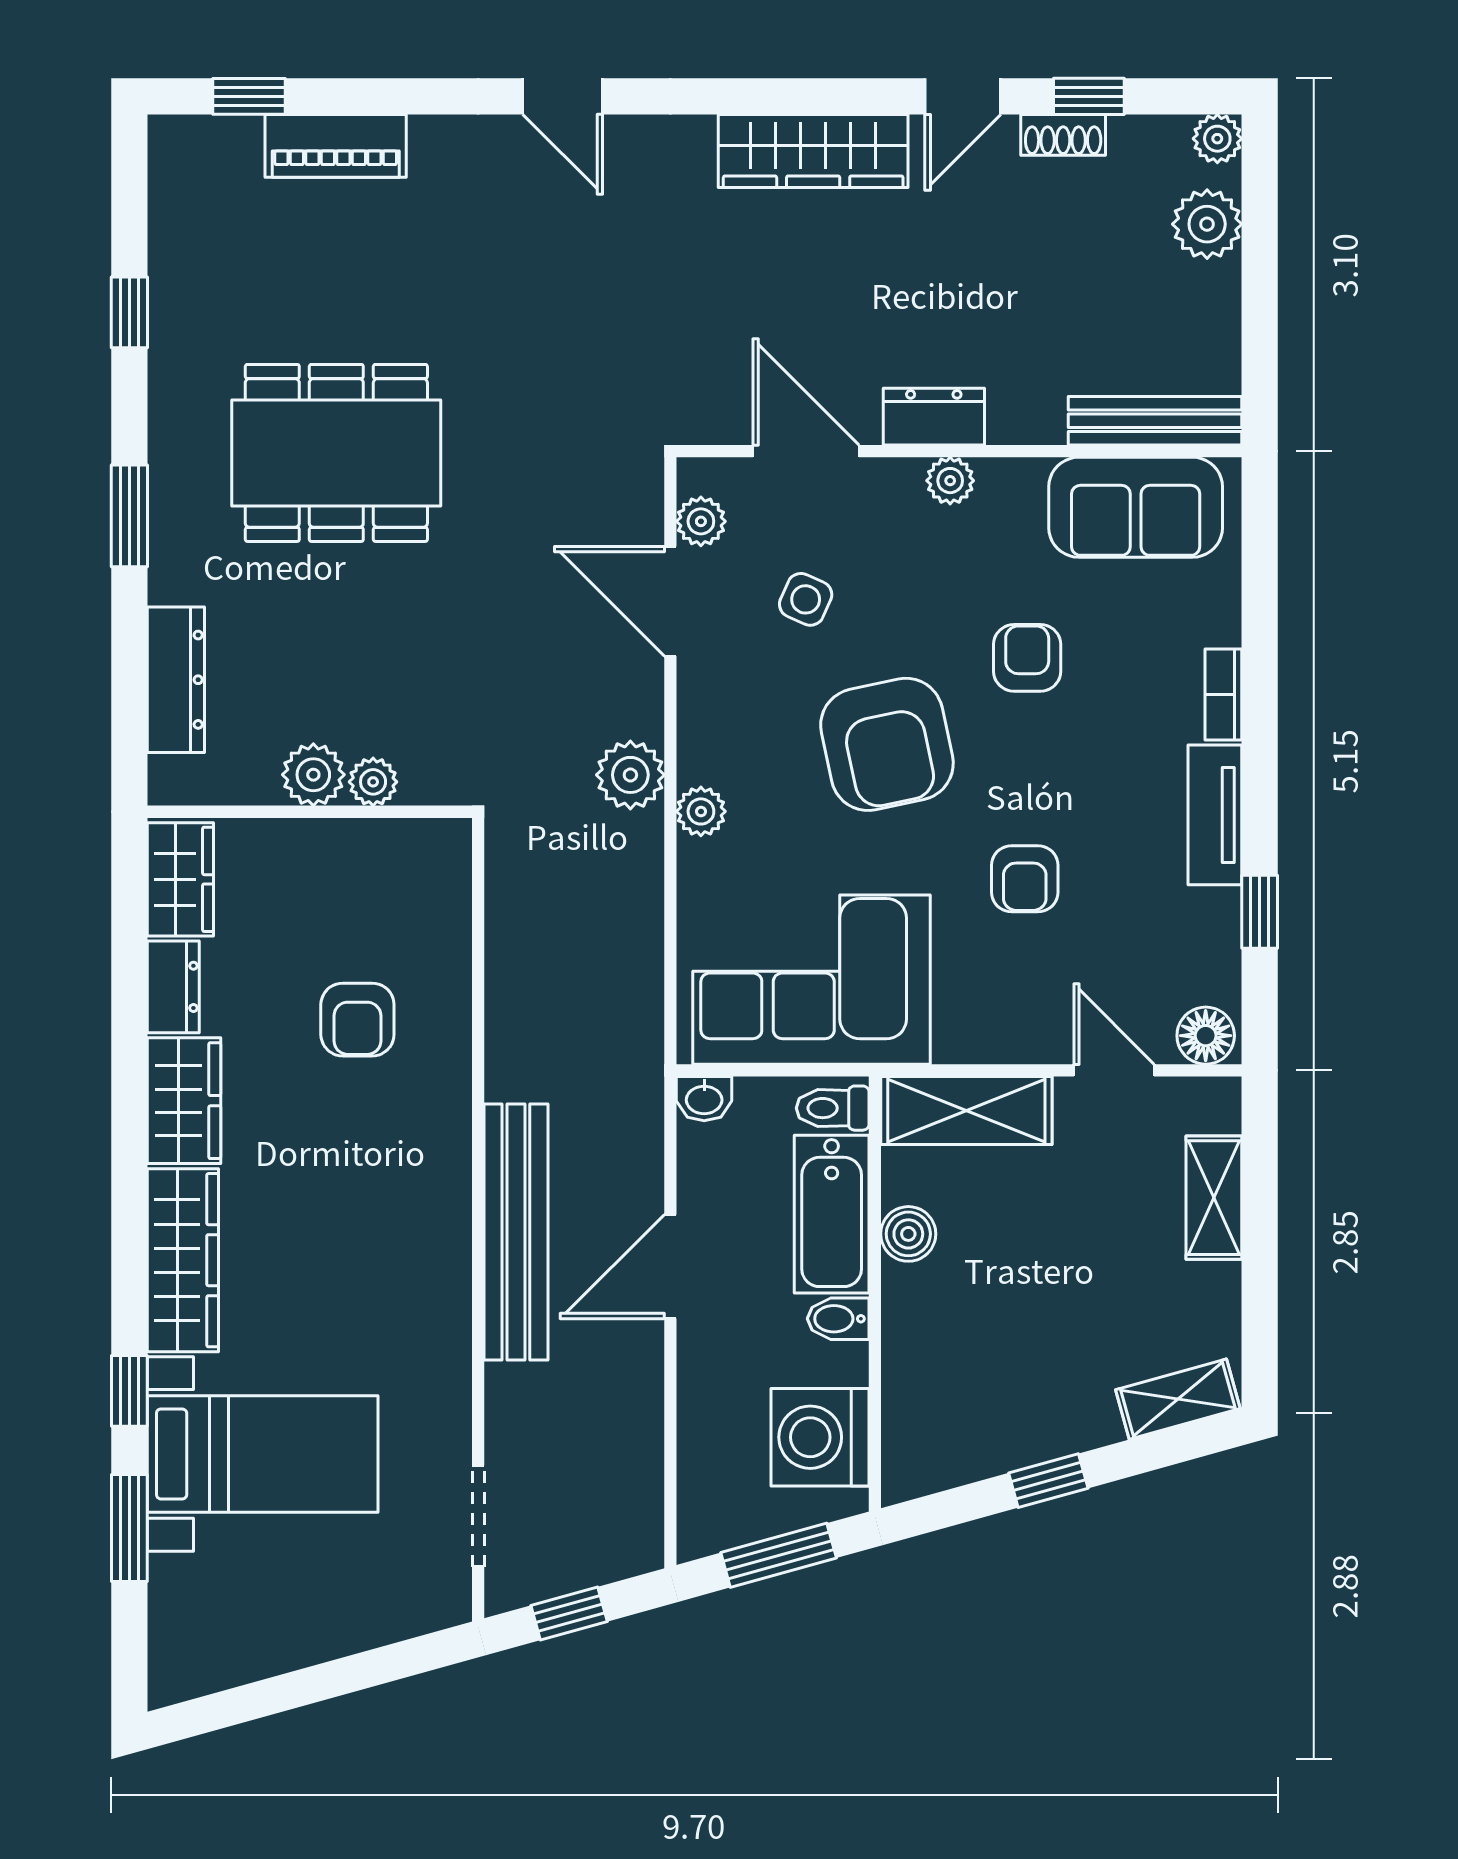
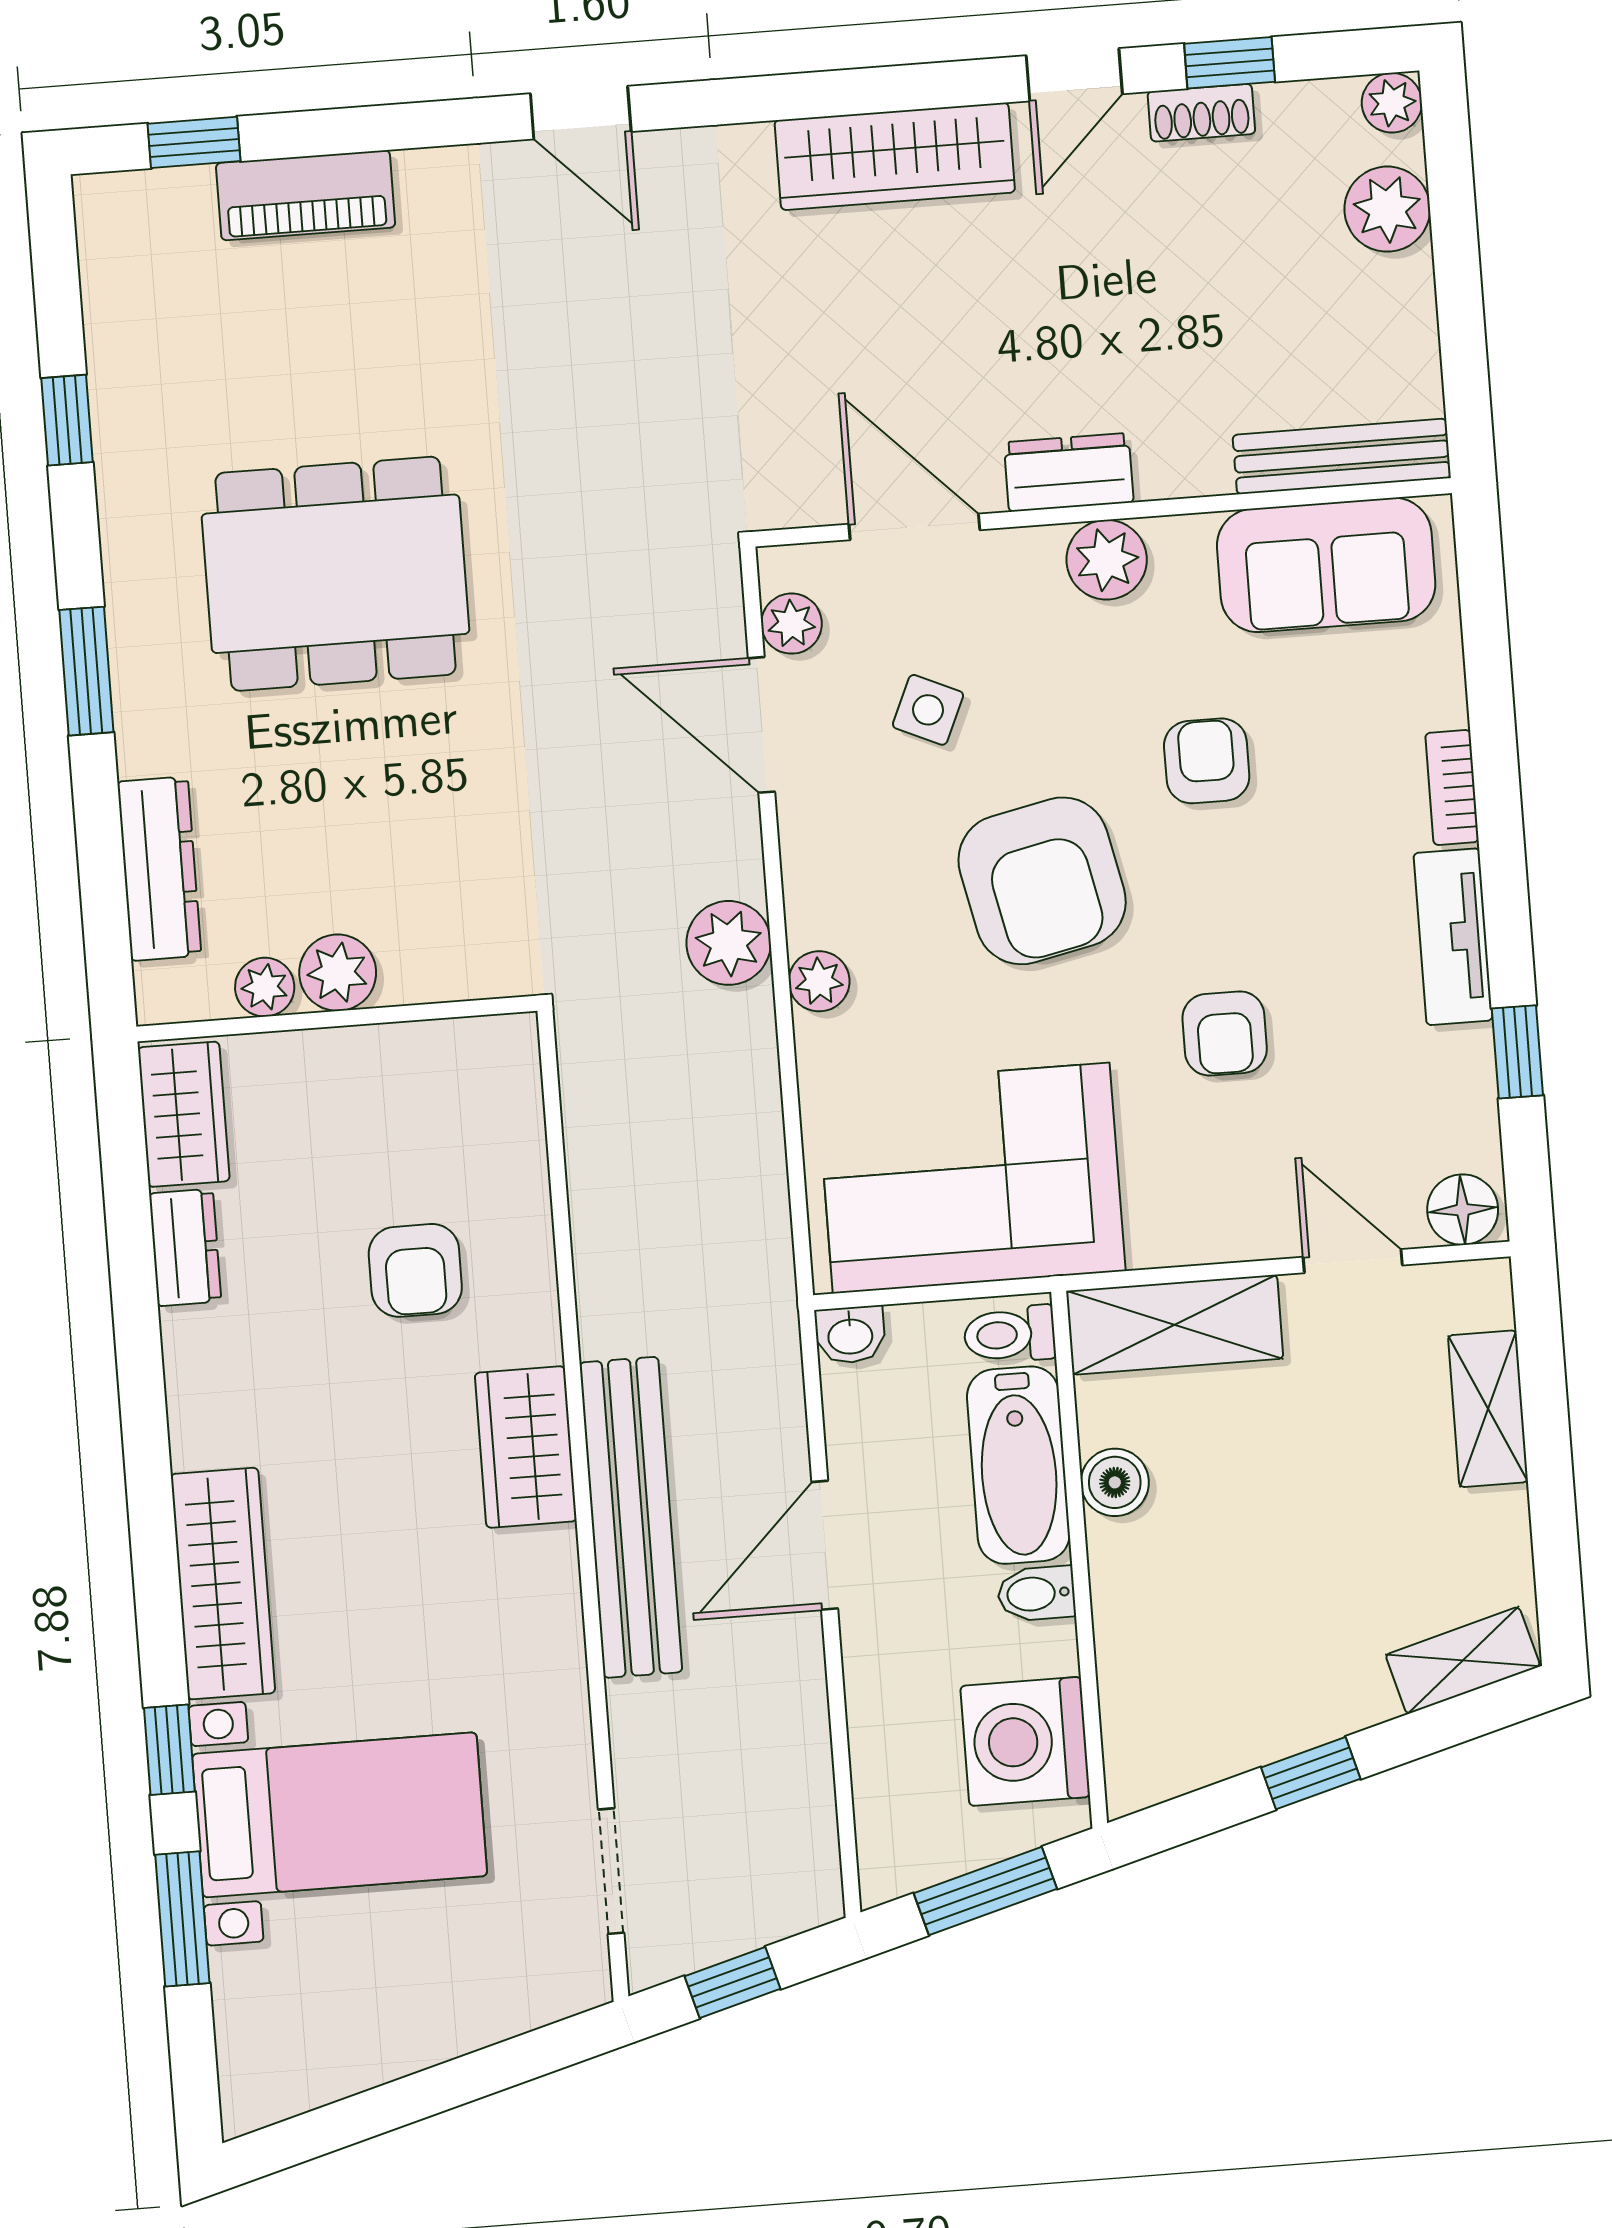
plant: (950, 481) -> (1107, 560), width x1.38, depth x1.38
plant: (373, 782) -> (265, 987), moved
wardrobe: (184, 1101) -> (526, 1447), moved, turned 180

